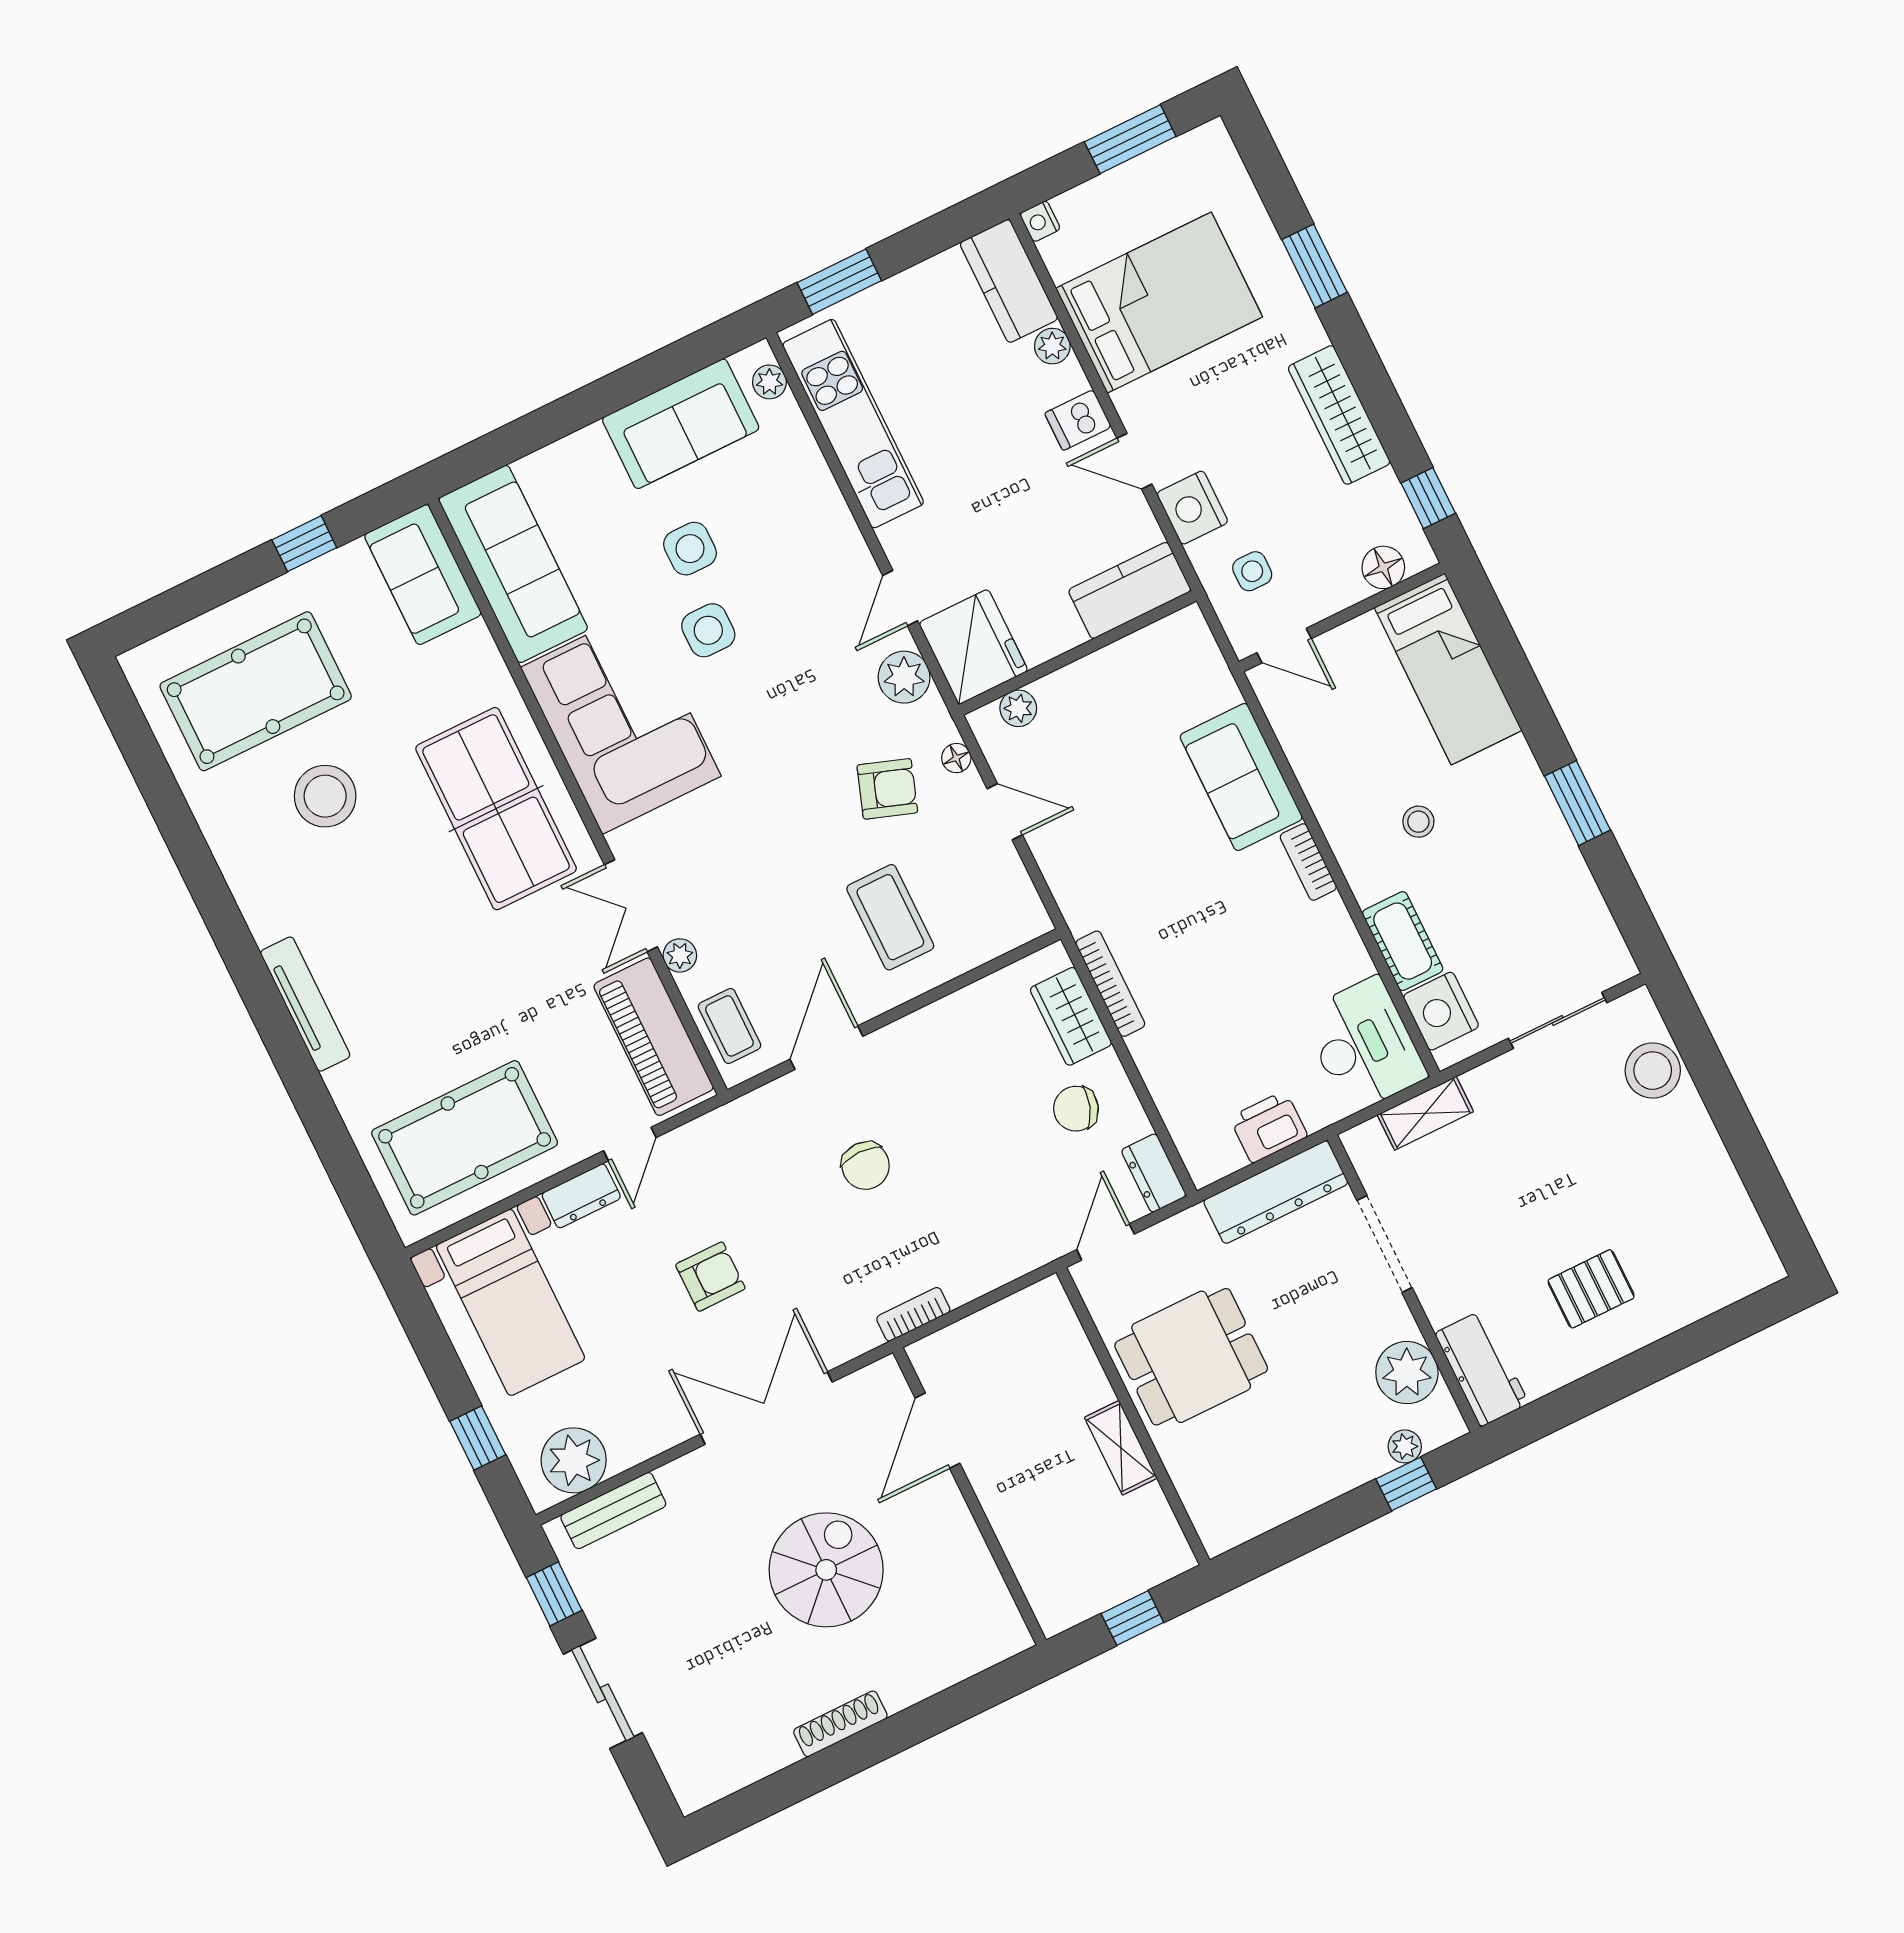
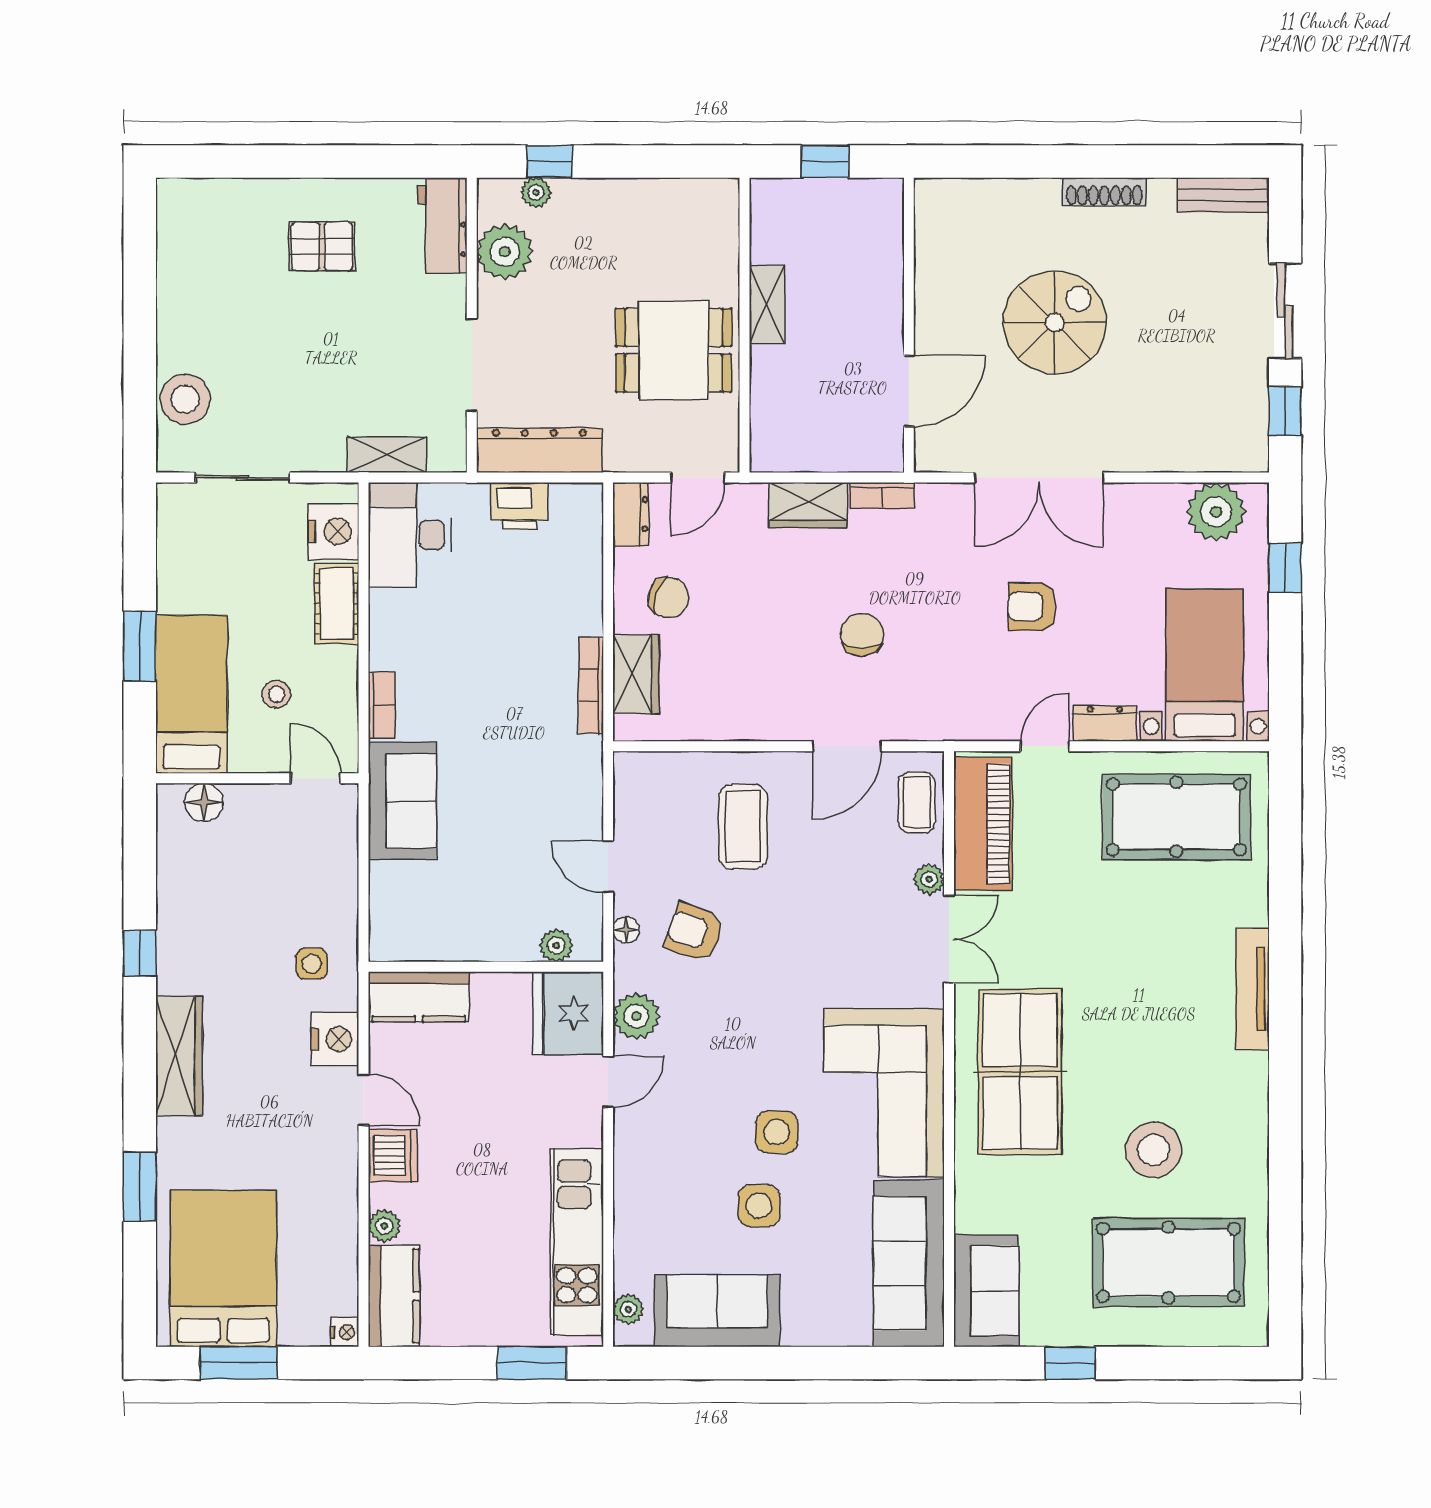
bed: (1159, 303) -> (223, 1269), moved, turned 90
dishwasher: (1078, 420) -> (393, 1156), width x1.38
floor lamp: (1383, 567) -> (204, 802), moved
wall: (1342, 617) -> (257, 778), moved
door: (1284, 646) -> (315, 778), moved
bed: (1448, 669) -> (192, 694), moved
wardrobe: (982, 1268) -> (808, 505), added
bench: (613, 1511) -> (1223, 195), moved
spiral stairs: (826, 1570) -> (1055, 322), turned 180

